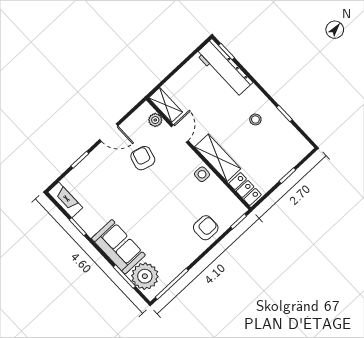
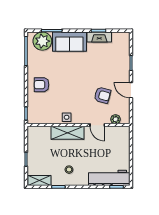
shelving: (166, 105) -> (39, 181), moved
door: (109, 133) -> (131, 90), hinge flipped
locker: (245, 189) -> (39, 132), removed
fireplace: (65, 200) -> (99, 37), moved
armchair: (206, 228) -> (42, 85), moved, turned 90

